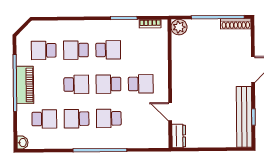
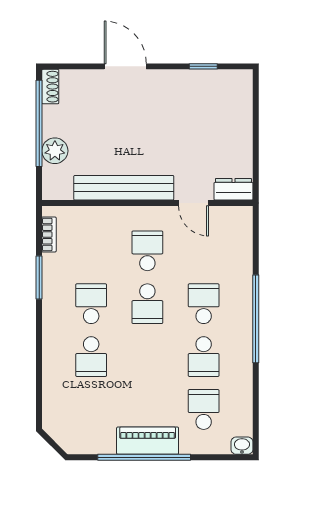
shoe rack: (236, 24) -> (50, 87), width x0.70
plant: (179, 27) -> (55, 151), moved
school desk: (44, 50) -> (91, 409), removed
school desk: (76, 84) -> (147, 357), removed
door: (170, 112) -> (194, 203), hinge flipped
bench: (244, 117) -> (124, 188), moved
school desk: (109, 118) -> (204, 304), turned 180

